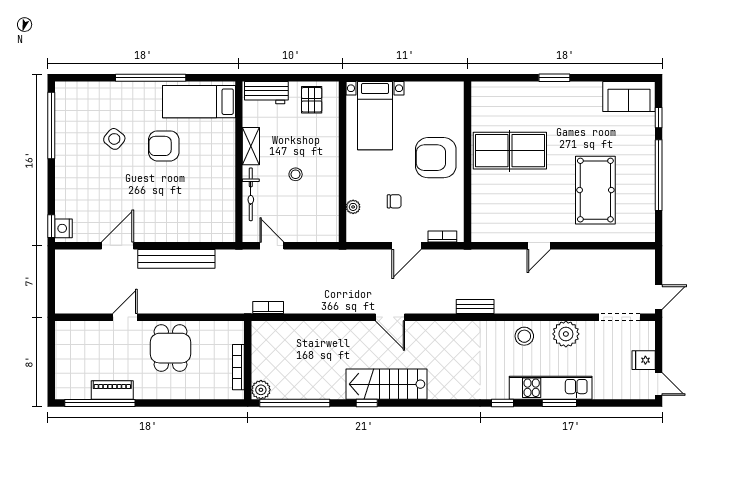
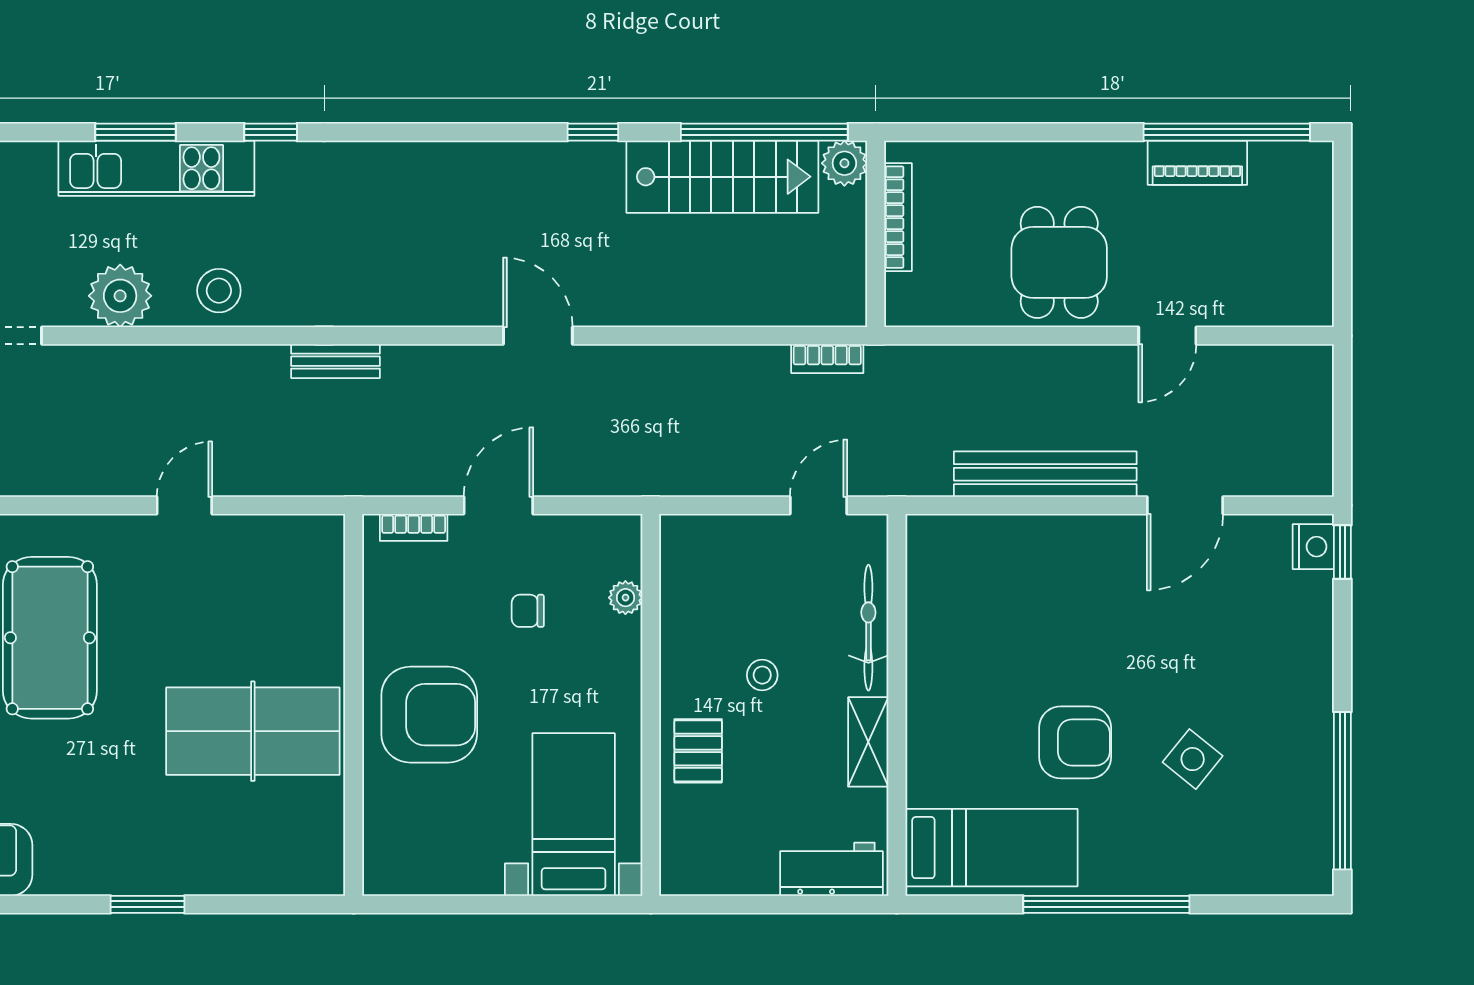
pallet: (312, 100) -> (698, 751), moved
door: (272, 246) -> (818, 505), swing flipped
stairs: (386, 384) -> (722, 177), moved

